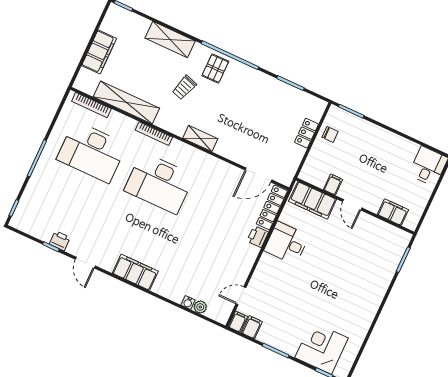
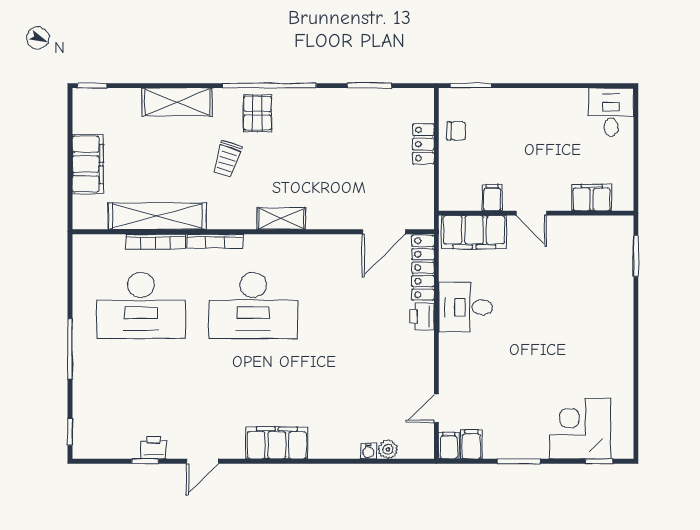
bookcase: (91, 105) -> (155, 242), moved
door: (85, 263) -> (202, 461), hinge flipped

